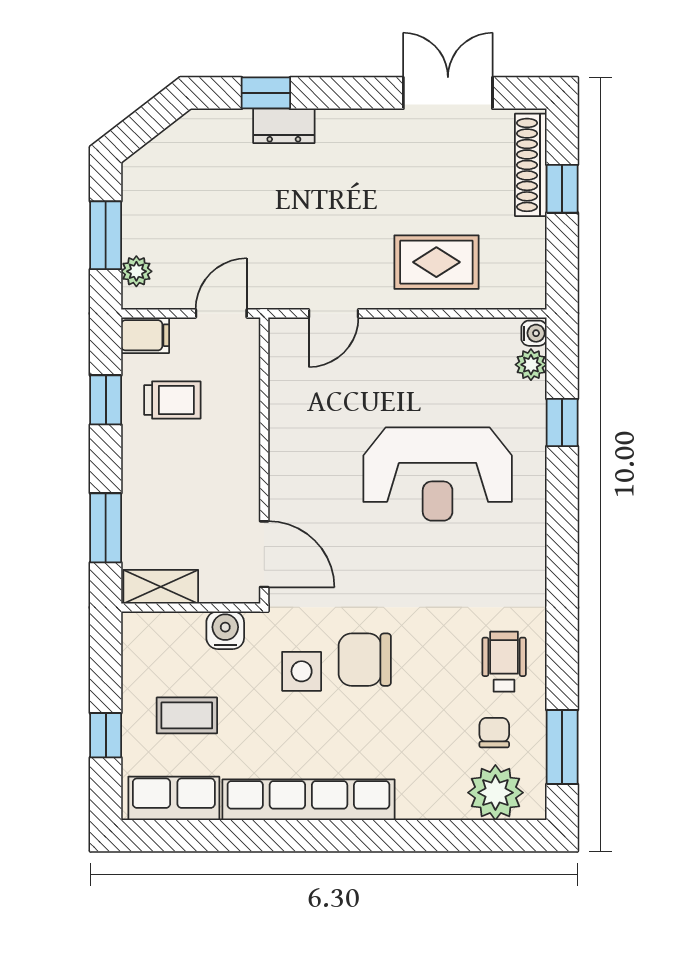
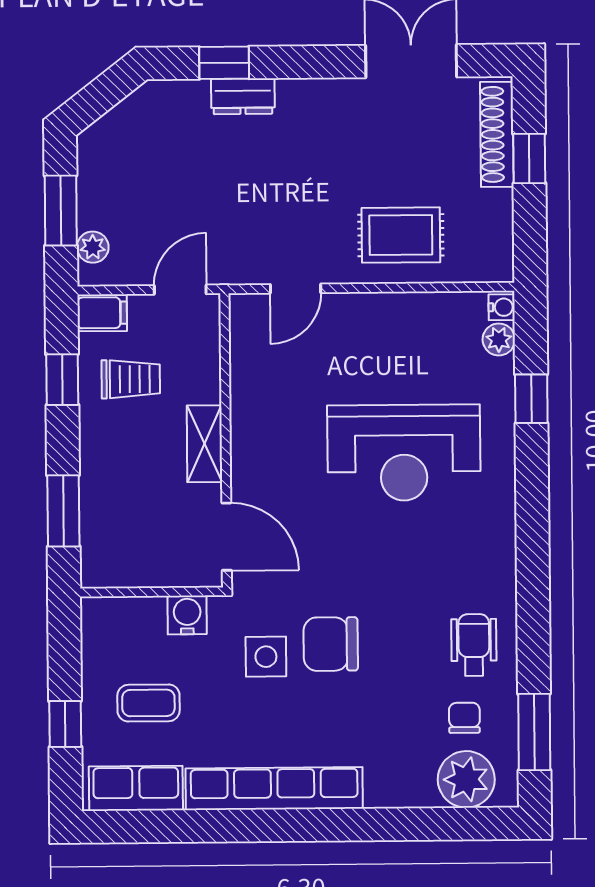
shelving: (161, 587) -> (204, 444), moved, turned 90

